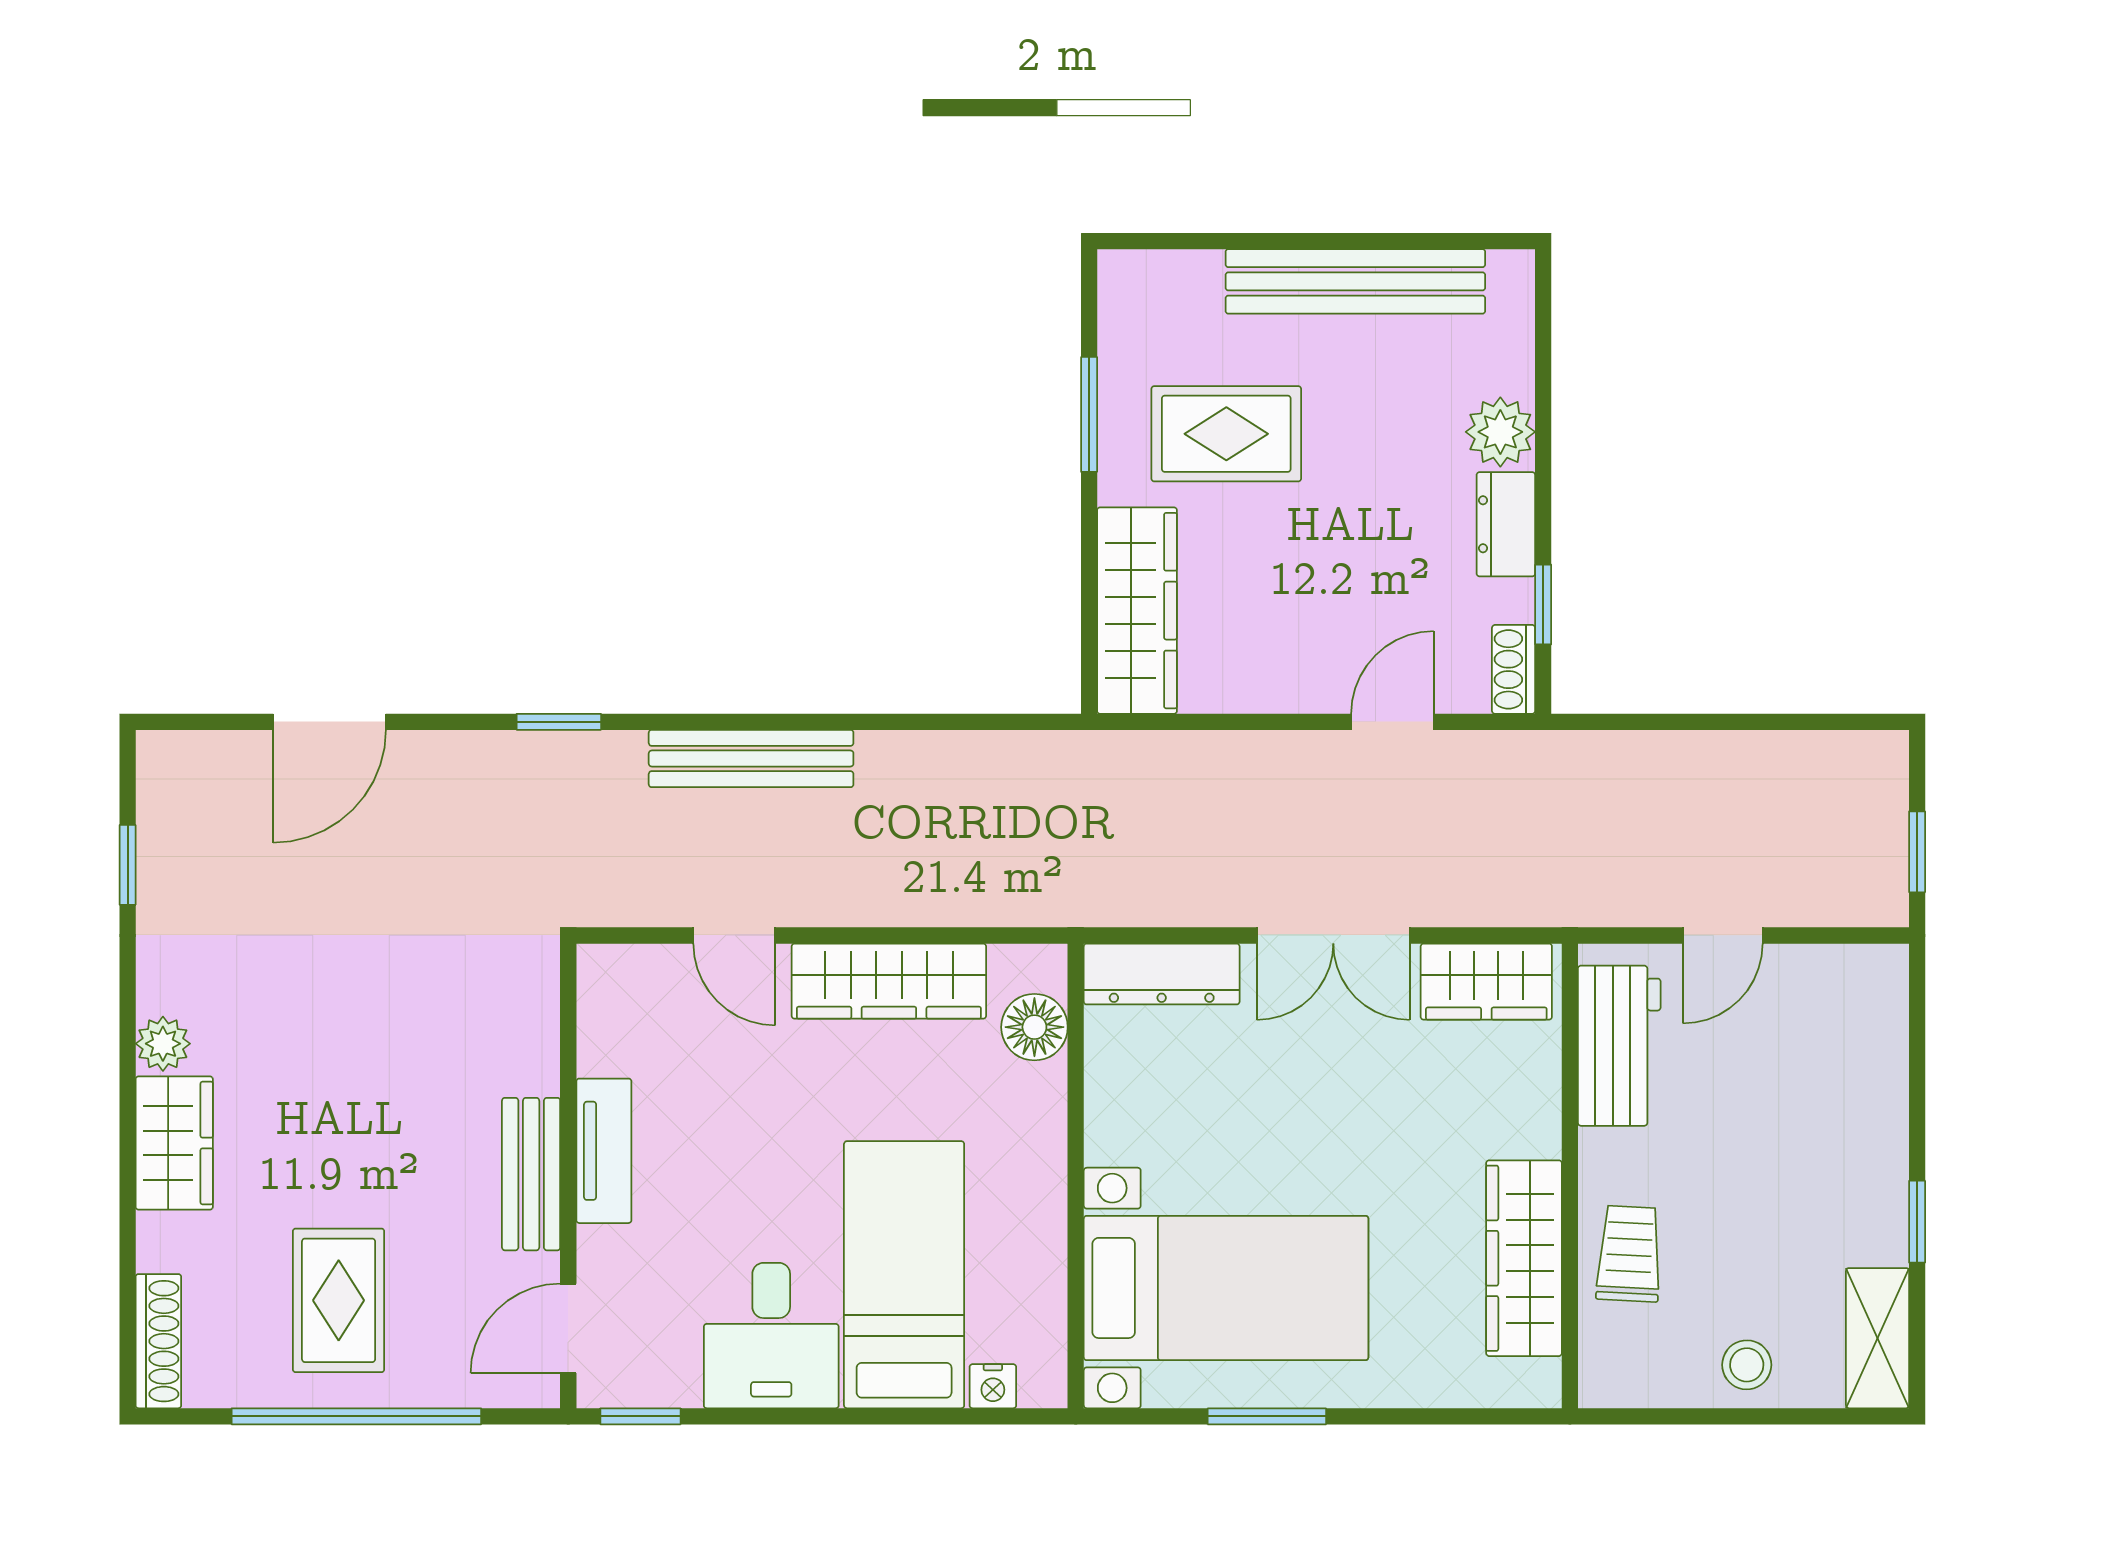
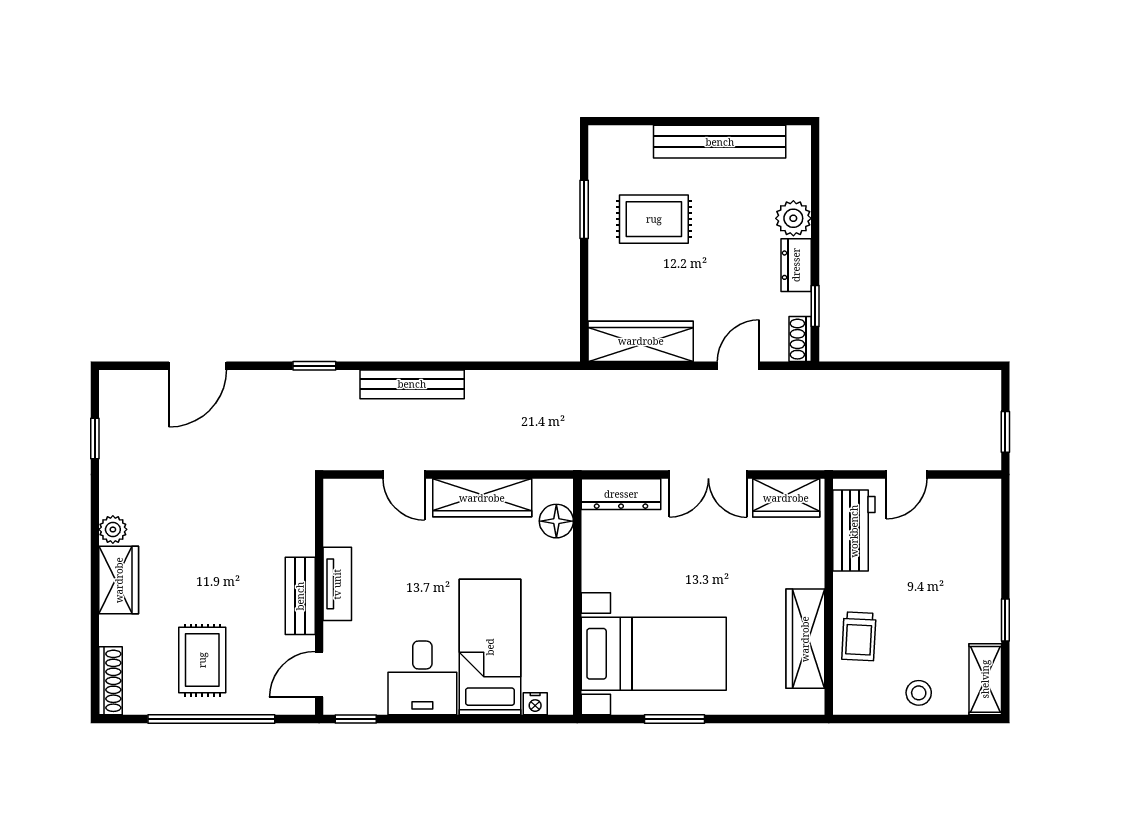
wardrobe: (1137, 611) -> (641, 341), moved, turned -90
trolley: (1629, 1254) -> (859, 636), turned 180

